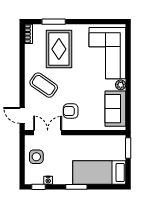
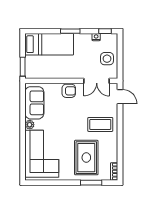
coffee table: (44, 85) -> (100, 124), turned -35
armchair: (71, 111) -> (69, 91), moved

